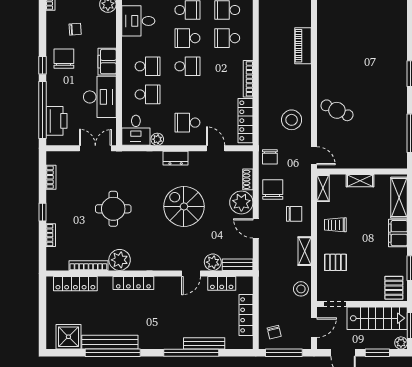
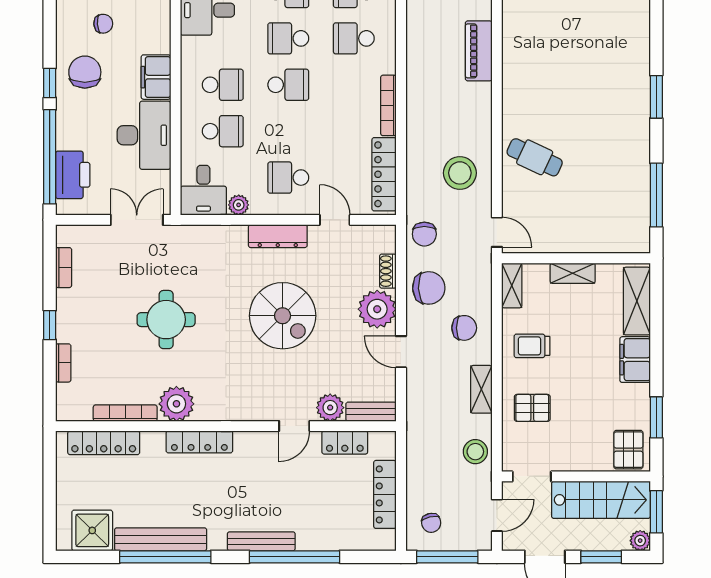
dresser: (176, 158) -> (278, 236), width x1.44
chair: (273, 190) -> (429, 288), turned 87
spiral stairs: (184, 206) -> (283, 316), turned 180
bench: (204, 343) -> (261, 541), moved

